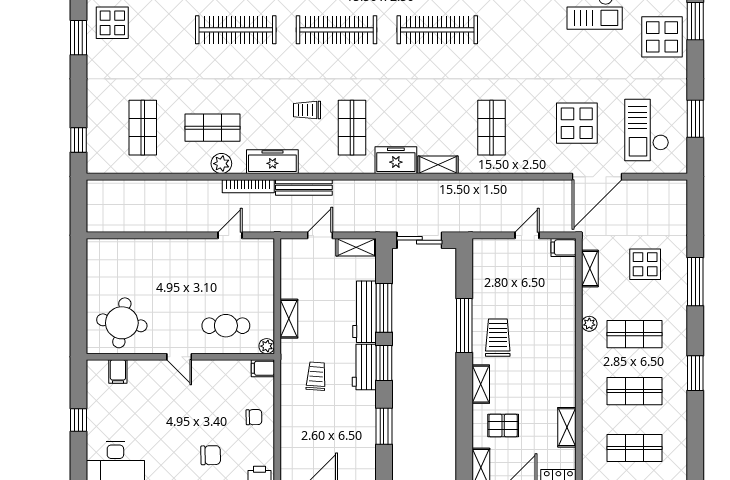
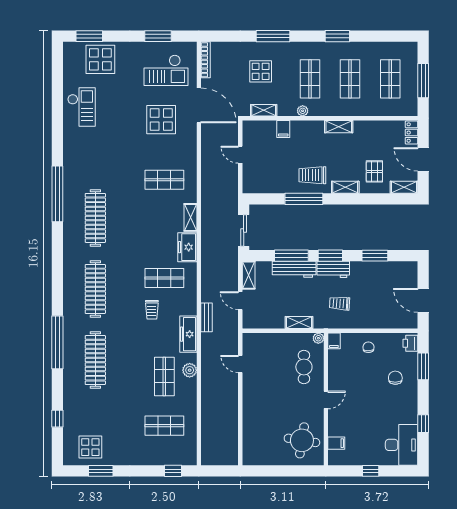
bookcase: (248, 186) -> (206, 60), moved
bench: (304, 187) -> (206, 317), width x0.73
filing cabinet: (564, 247) -> (283, 129), moved
shelving: (567, 427) -> (339, 127), moved

